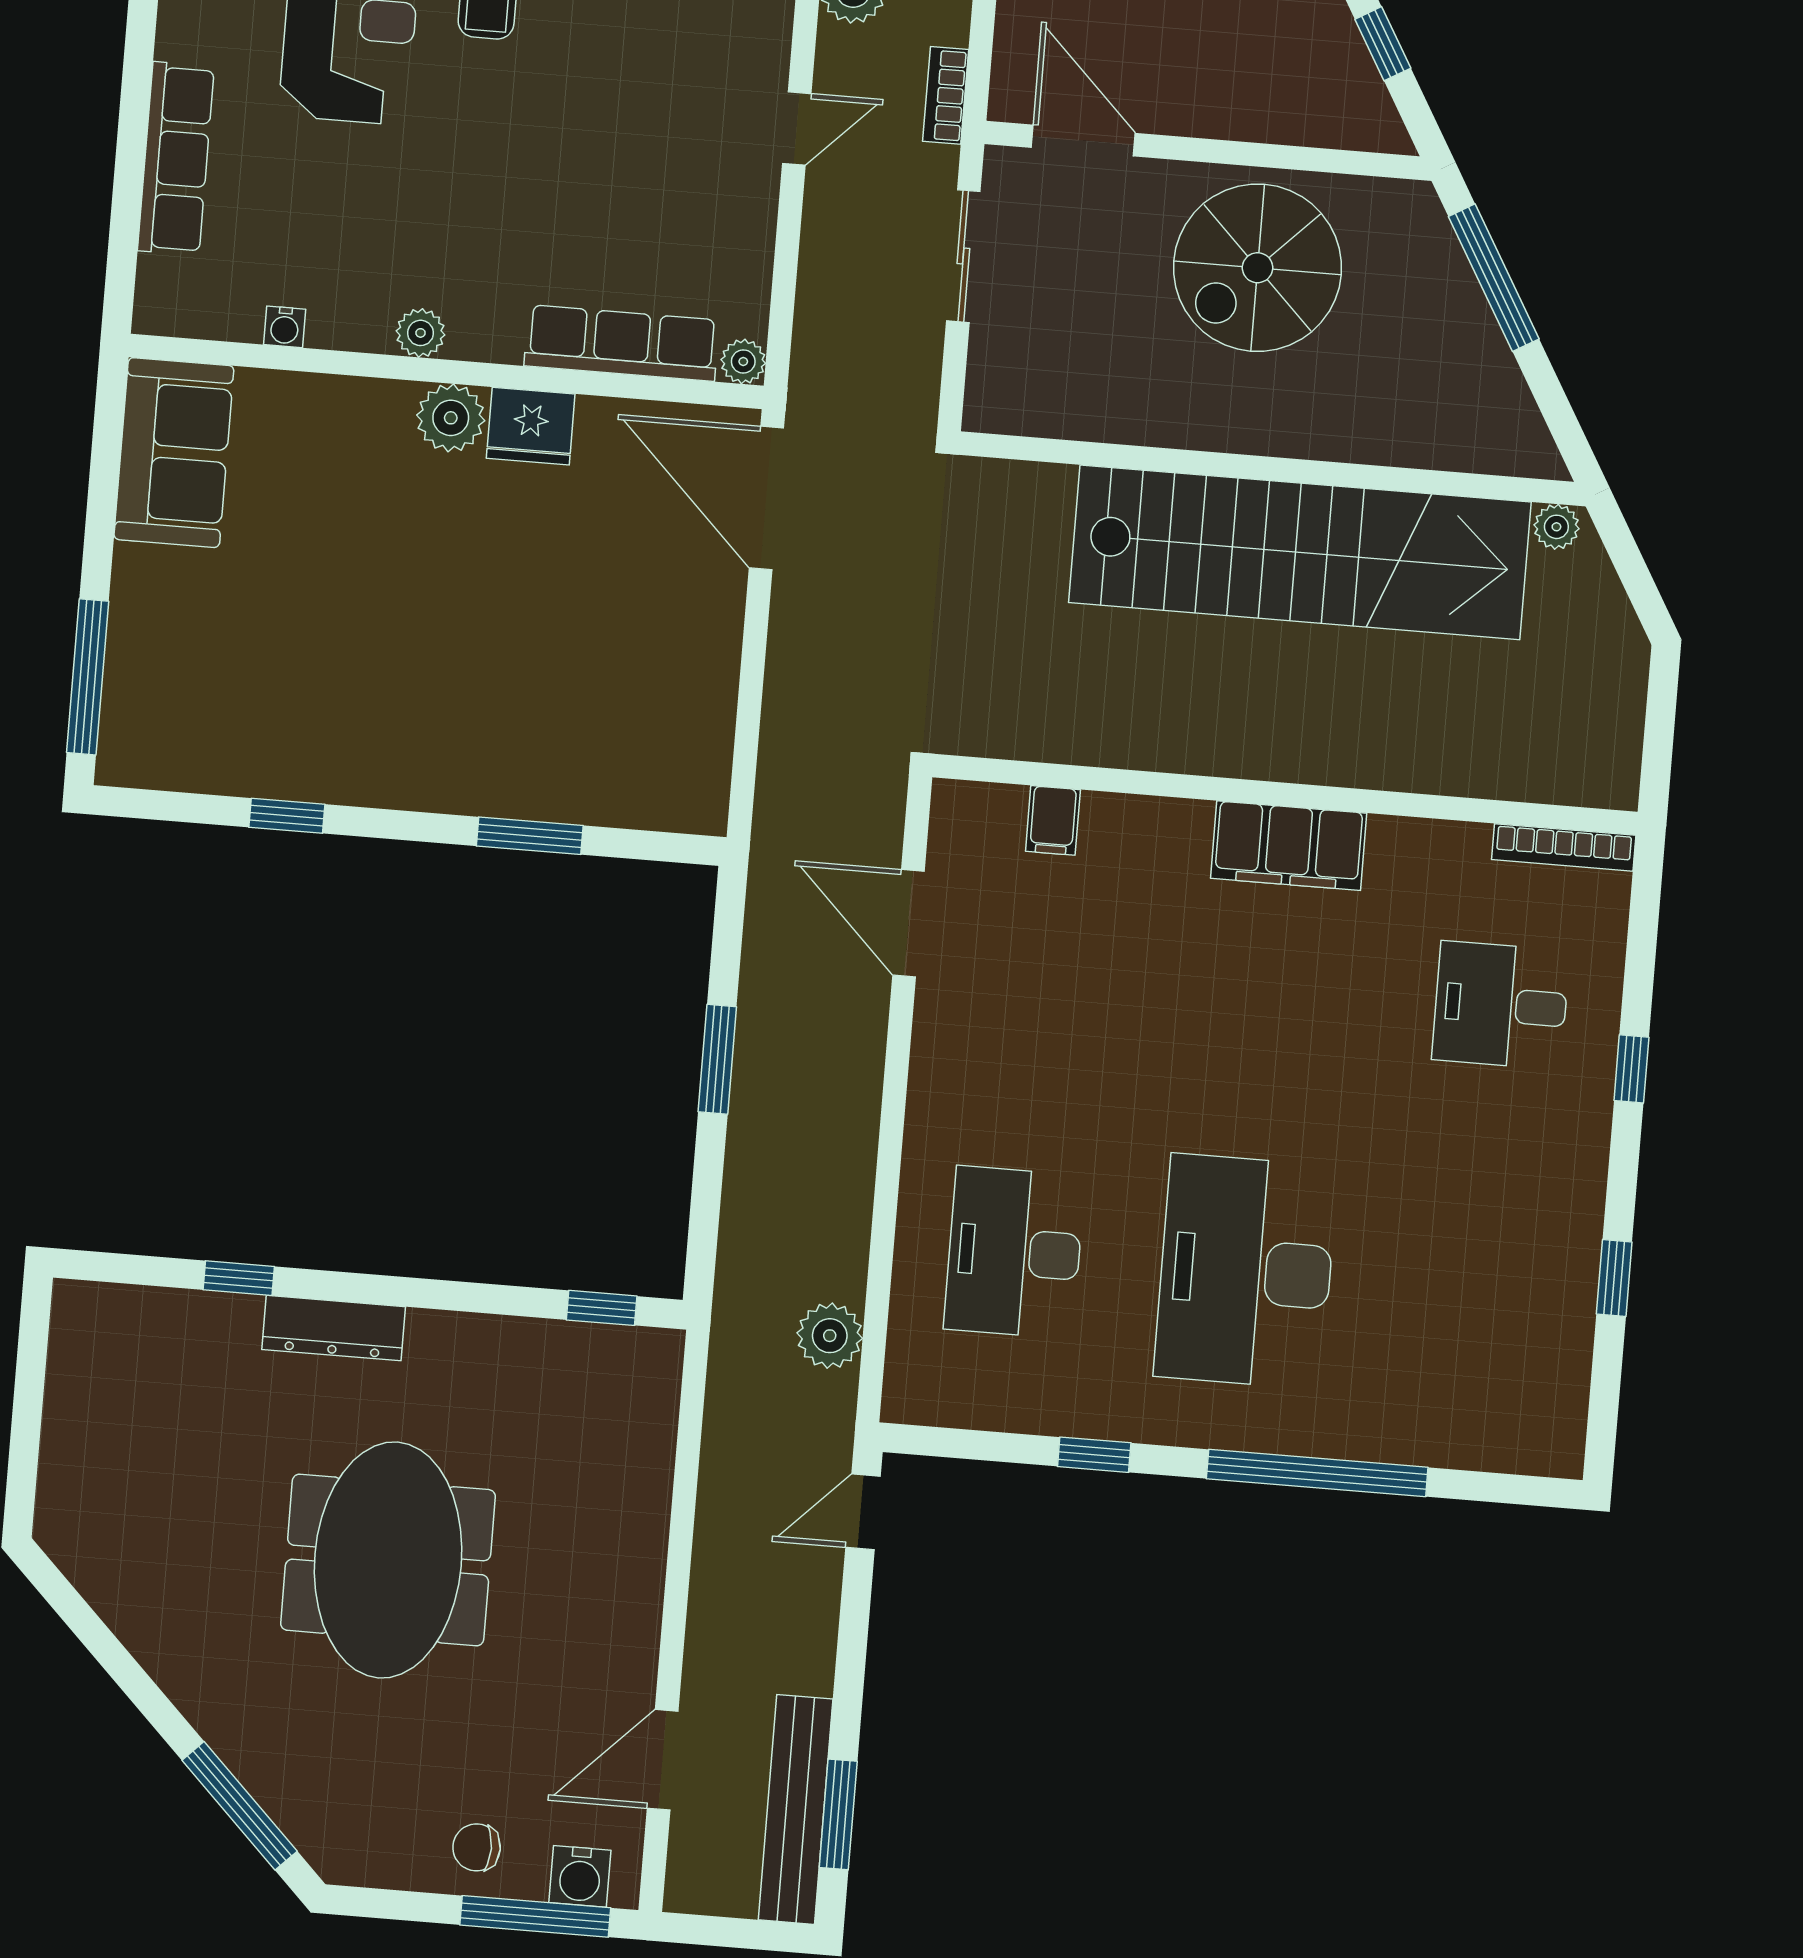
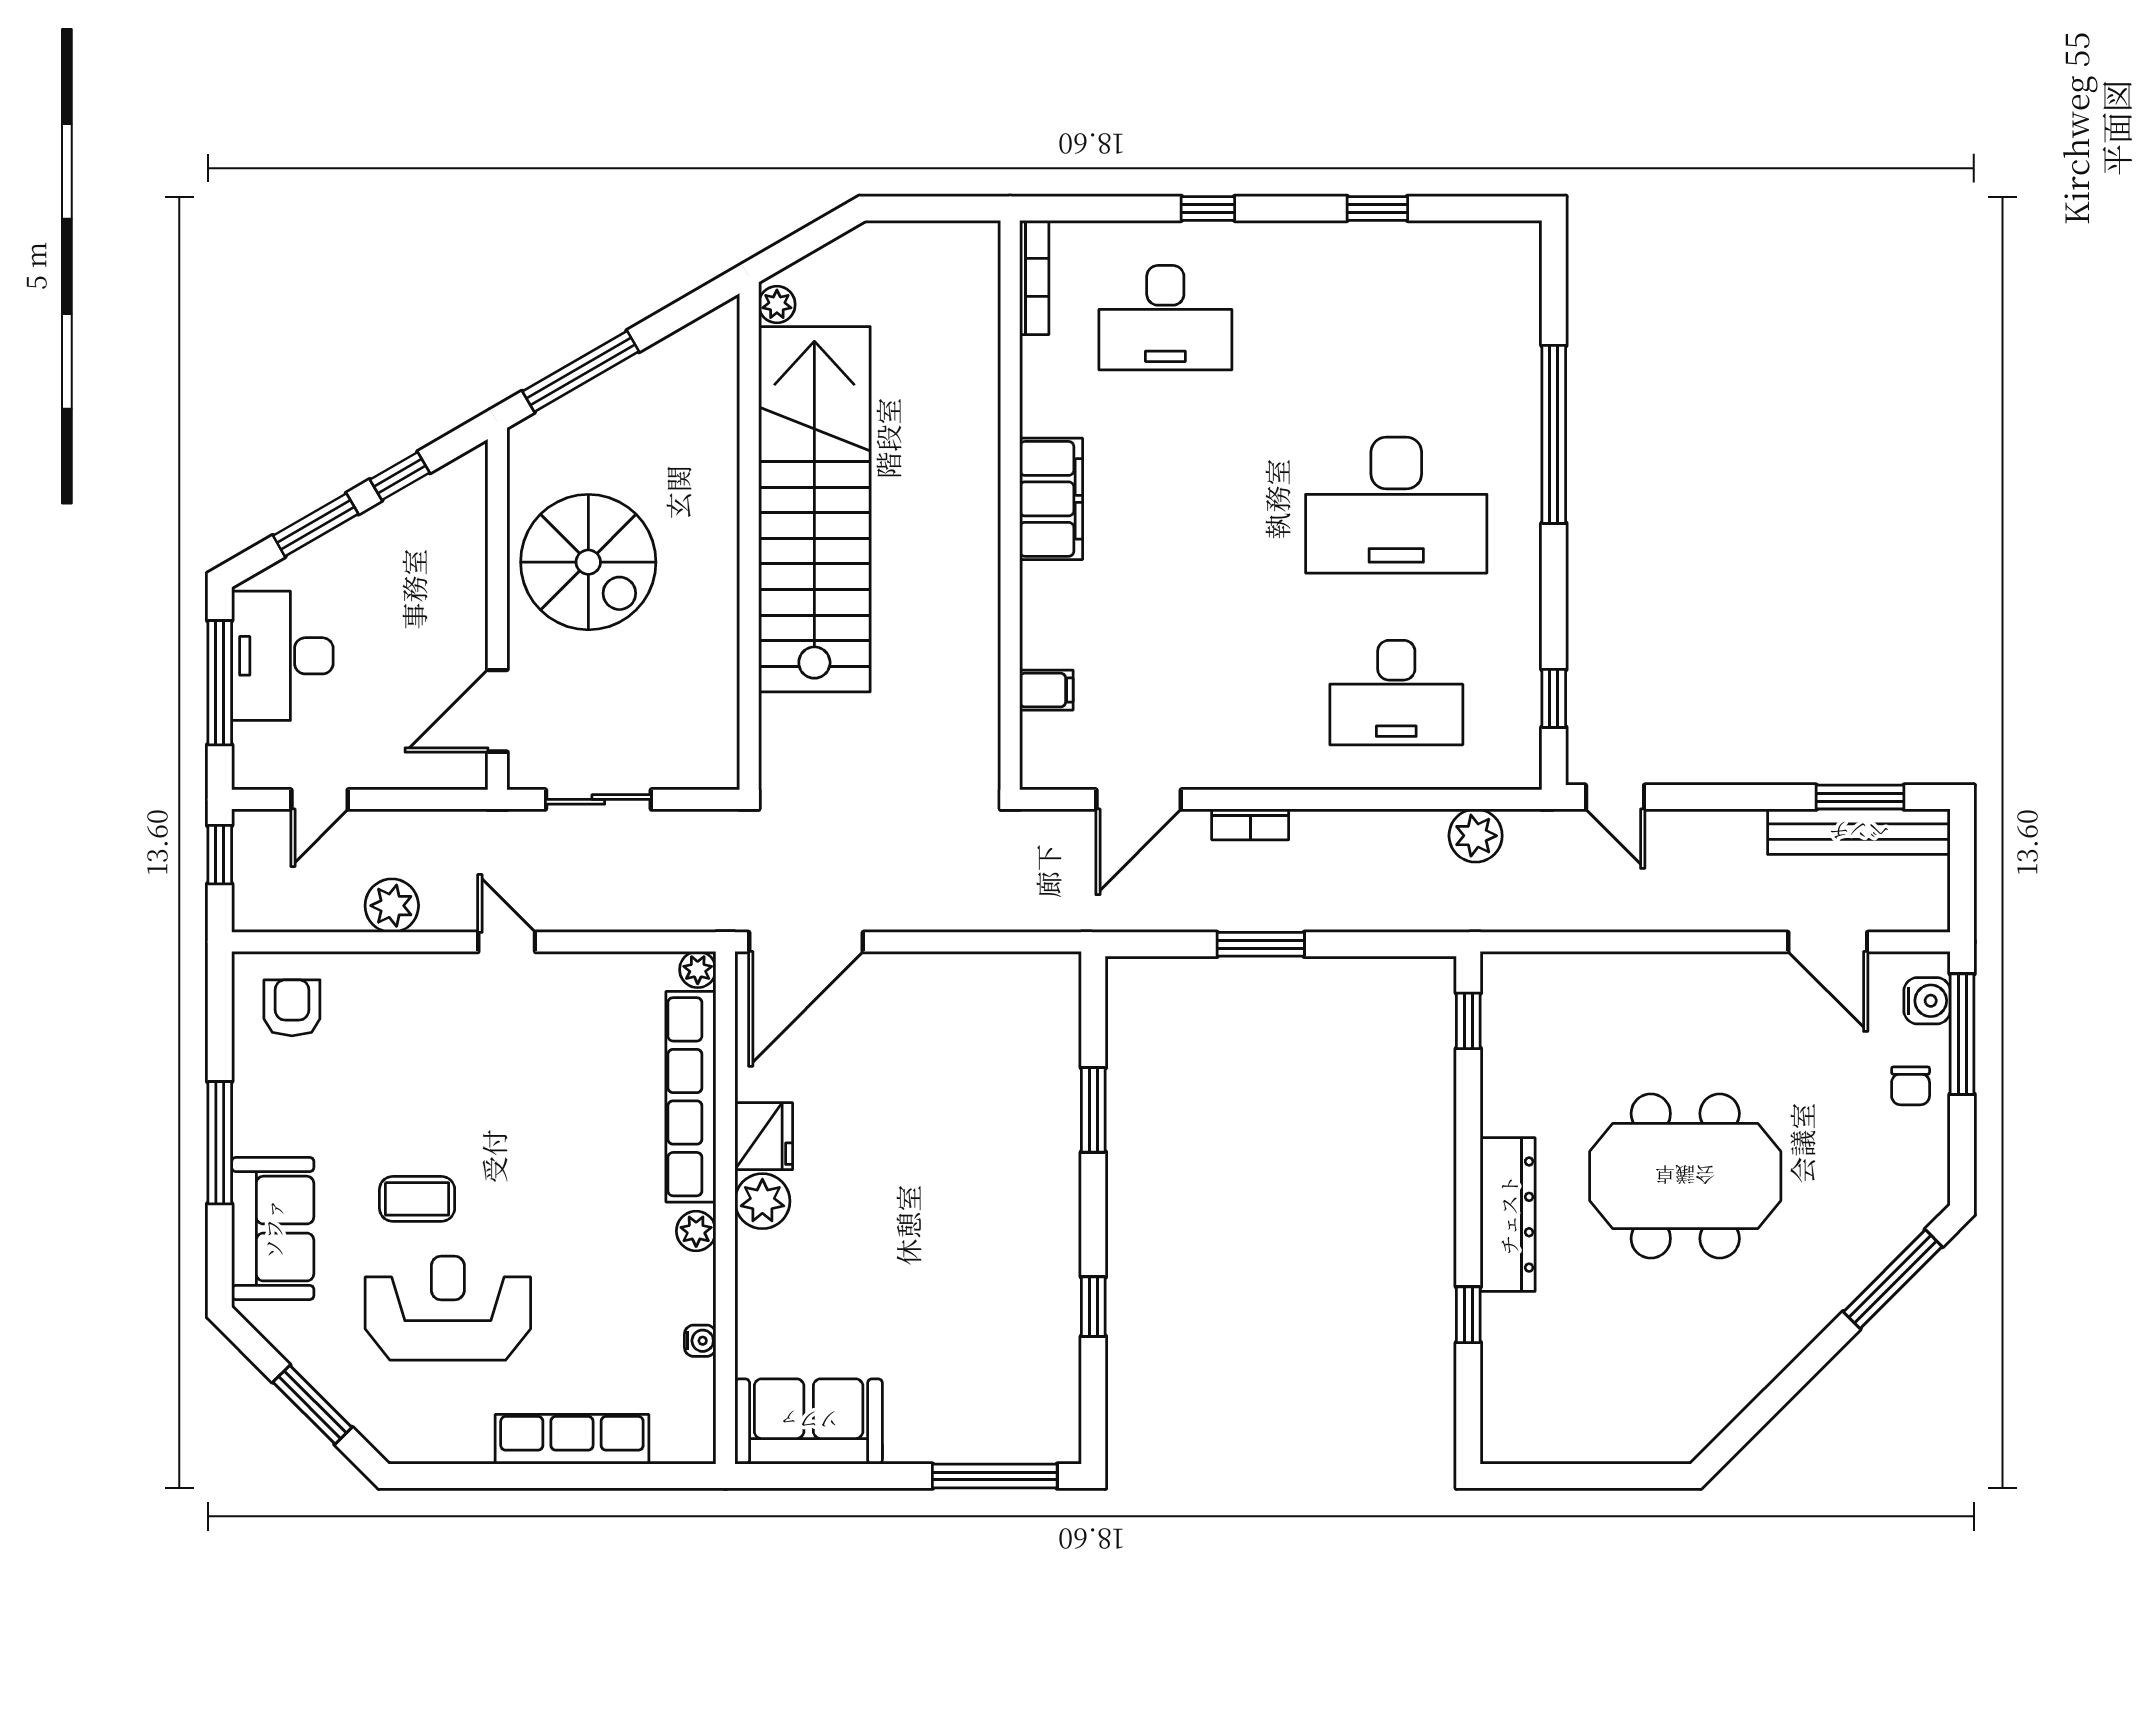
bookcase: (946, 95) -> (1250, 824), moved
row of seats: (622, 343) -> (691, 1097), width x1.36
desk: (1501, 1005) -> (1165, 318), width x1.37
dresser: (334, 1328) -> (1508, 1215), width x1.37, depth x1.24
window: (1094, 1455) -> (1554, 698), moved

